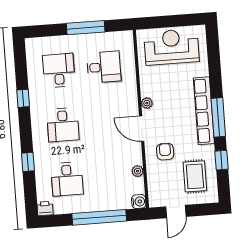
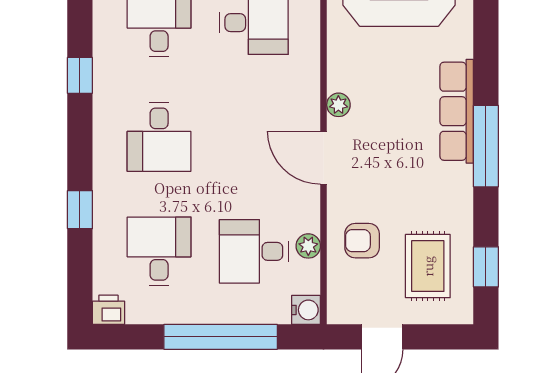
row of seats: (204, 111) -> (457, 111), width x0.73
armchair: (165, 152) -> (362, 241), moved, turned -90
window: (222, 160) -> (486, 267), moved
desk: (112, 176) -> (254, 251), added
desk: (67, 179) -> (159, 251), turned 180

